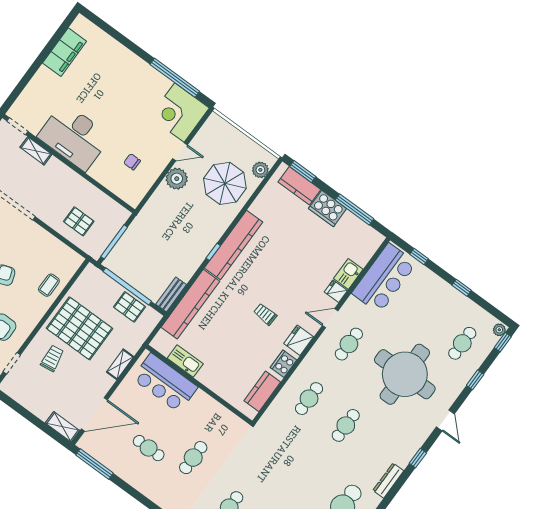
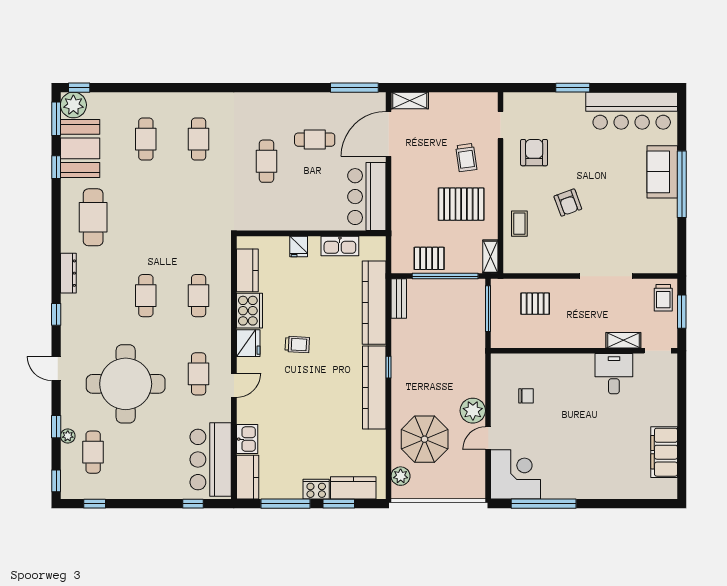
desk: (74, 137) -> (614, 374), width x0.53, depth x0.77
window: (303, 171) -> (339, 504), moved
cooker: (328, 208) -> (316, 489), width x0.73, depth x0.76
kitchen counter: (367, 247) -> (248, 477), added
window: (462, 288) -> (95, 504), moved
fridge: (336, 291) -> (299, 246), moved, turned 90
pallet: (79, 328) -> (461, 204), width x0.73, depth x0.71
plant: (499, 330) -> (68, 436), moved
shelving: (120, 364) -> (490, 257), moved
cooker: (283, 364) -> (249, 311), width x1.37, depth x1.31
bar counter: (165, 383) -> (367, 197), moved, turned -90

